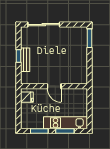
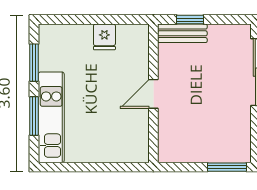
door: (54, 86) -> (153, 94), moved
wall: (54, 86) -> (153, 93), moved

